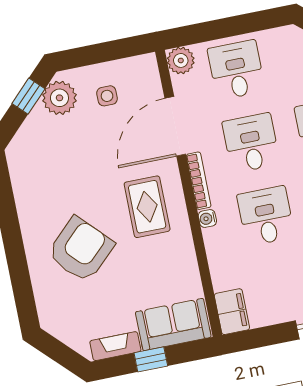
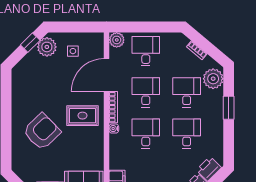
rug: (147, 207) -> (82, 116), turned 90

